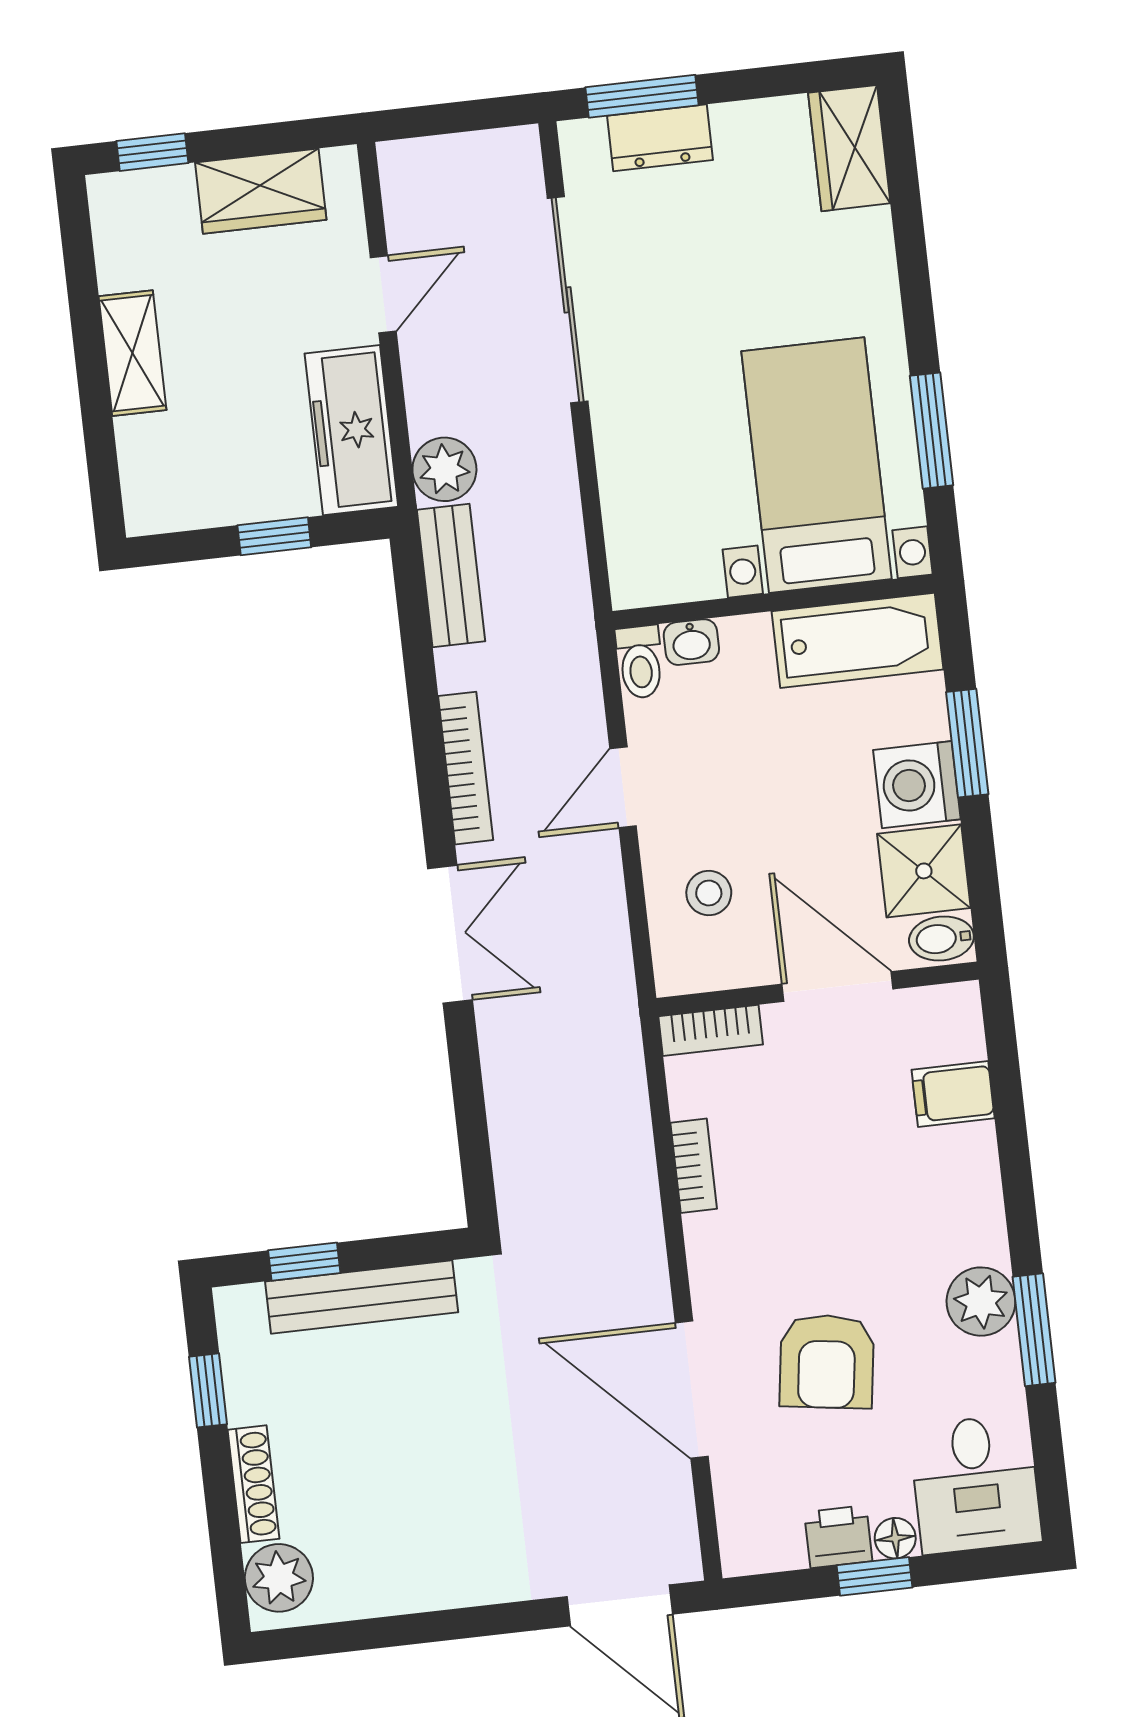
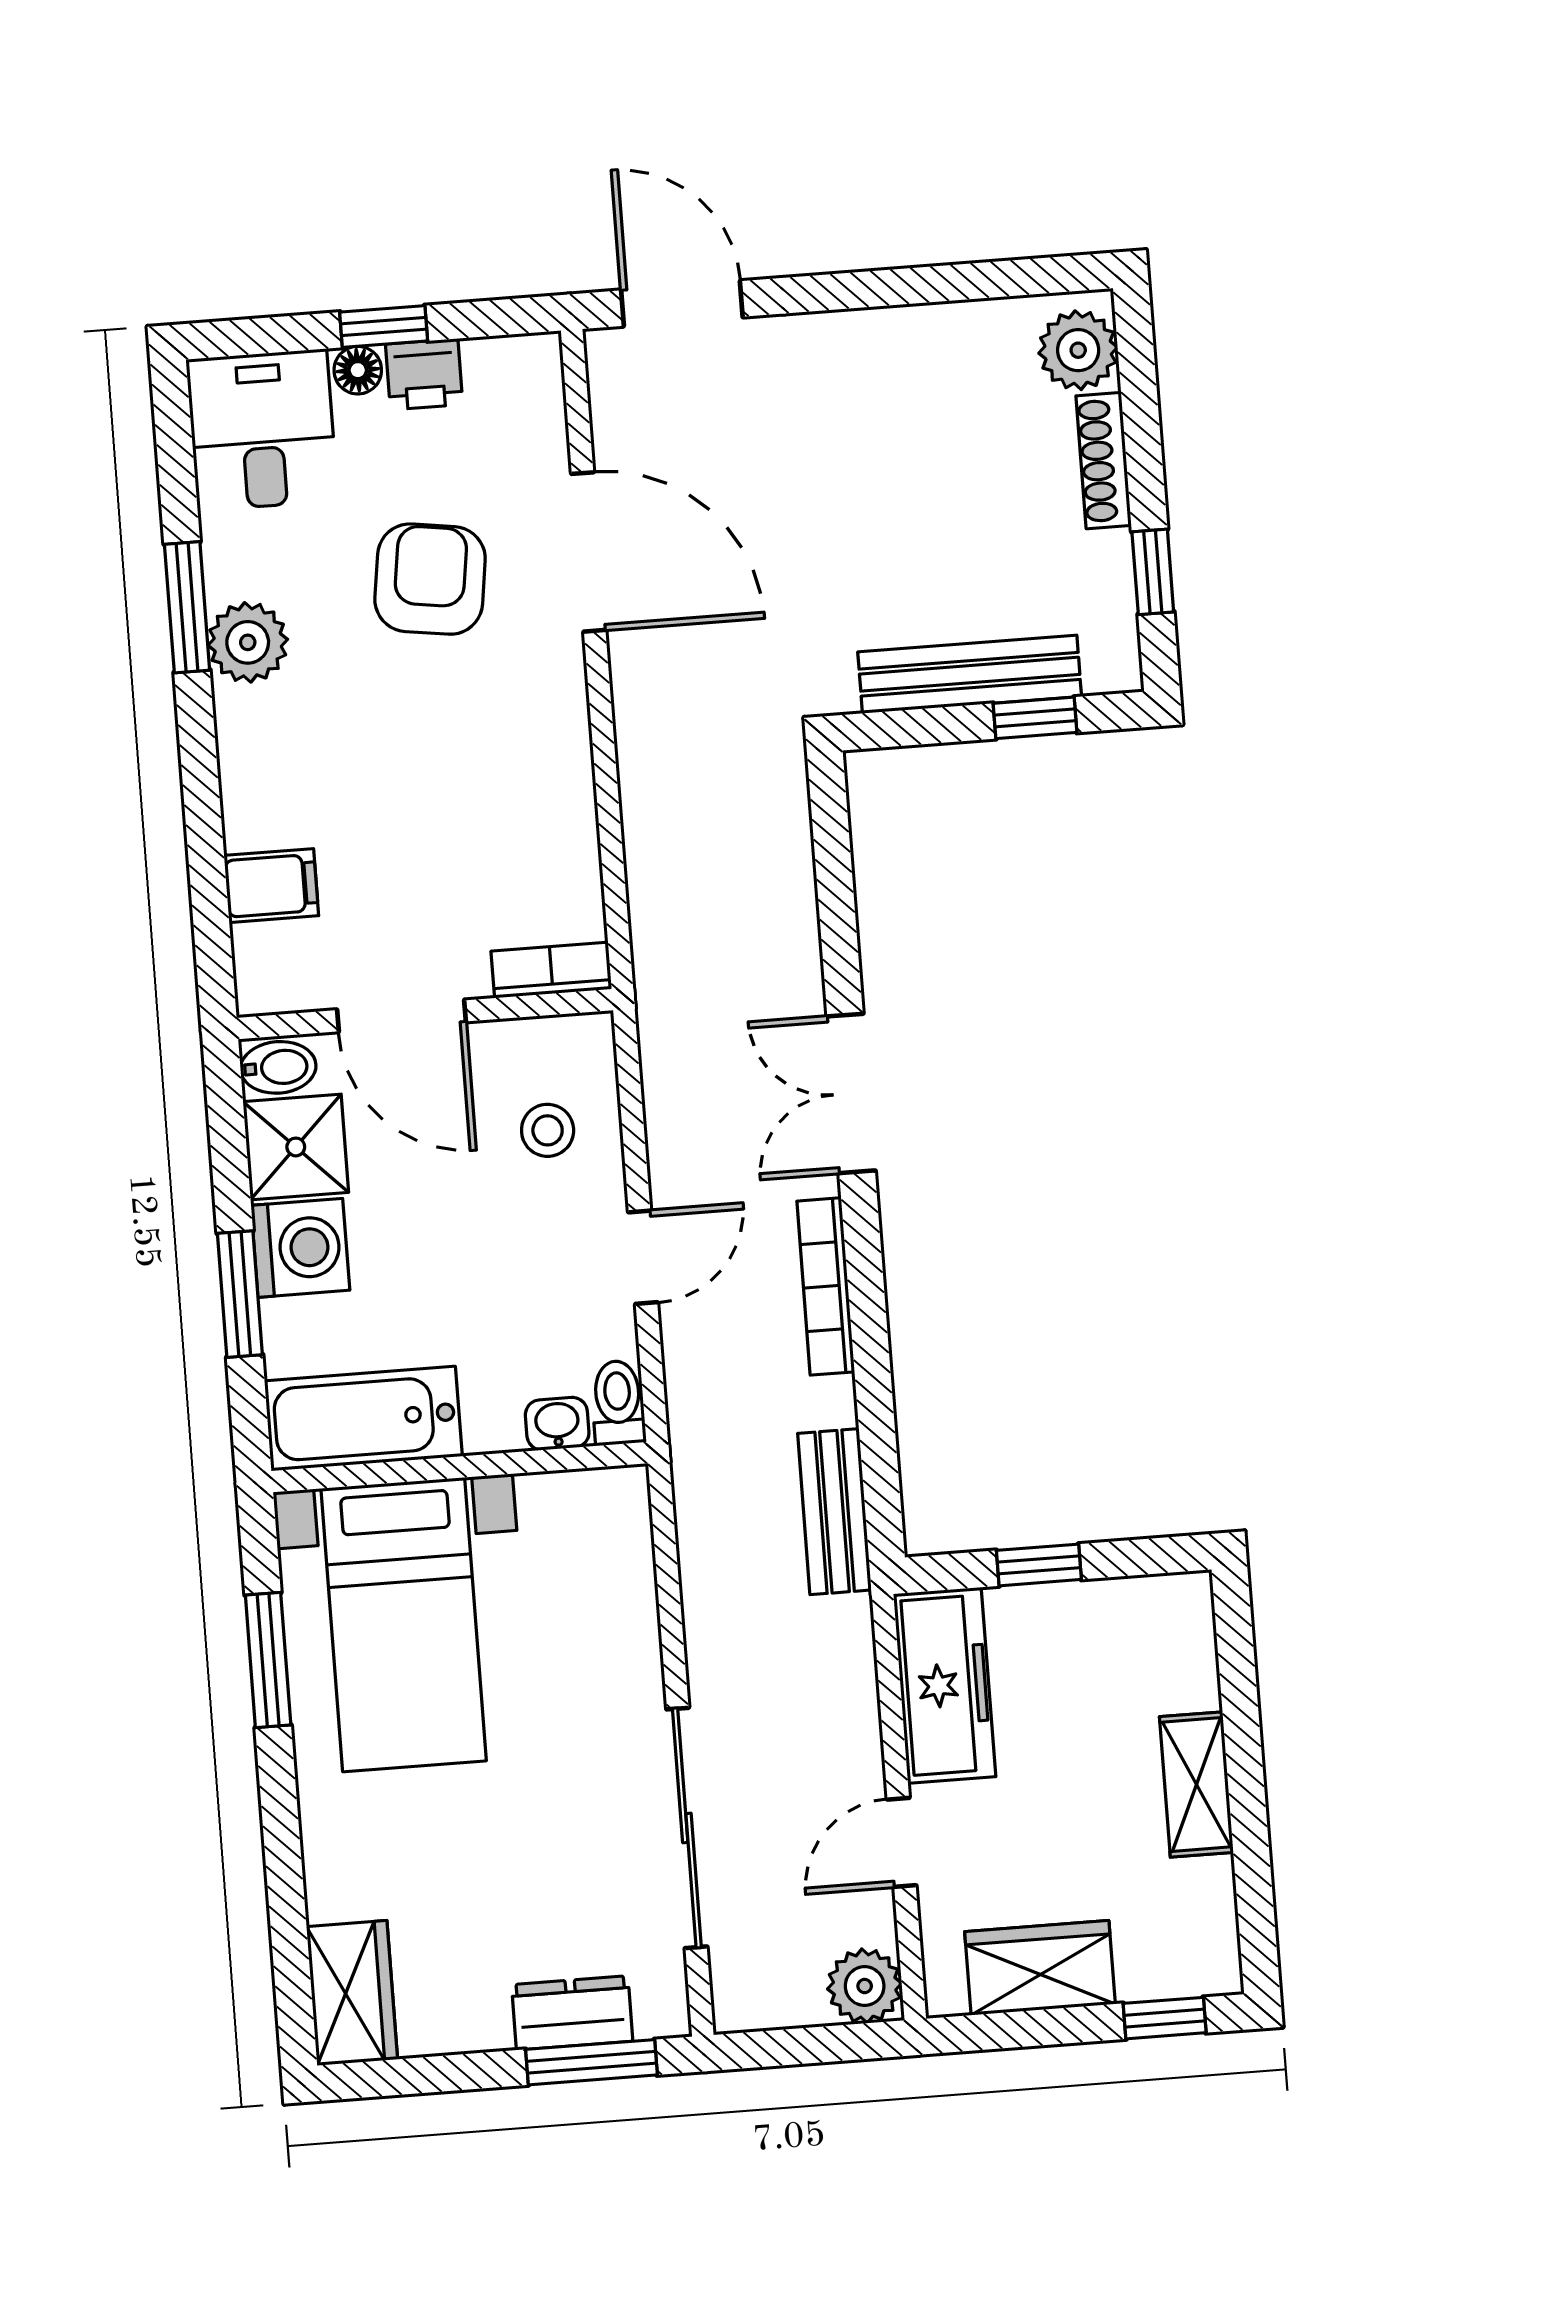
plant: (444, 469) -> (865, 1986), moved
bookcase: (694, 1166) -> (577, 813), removed

